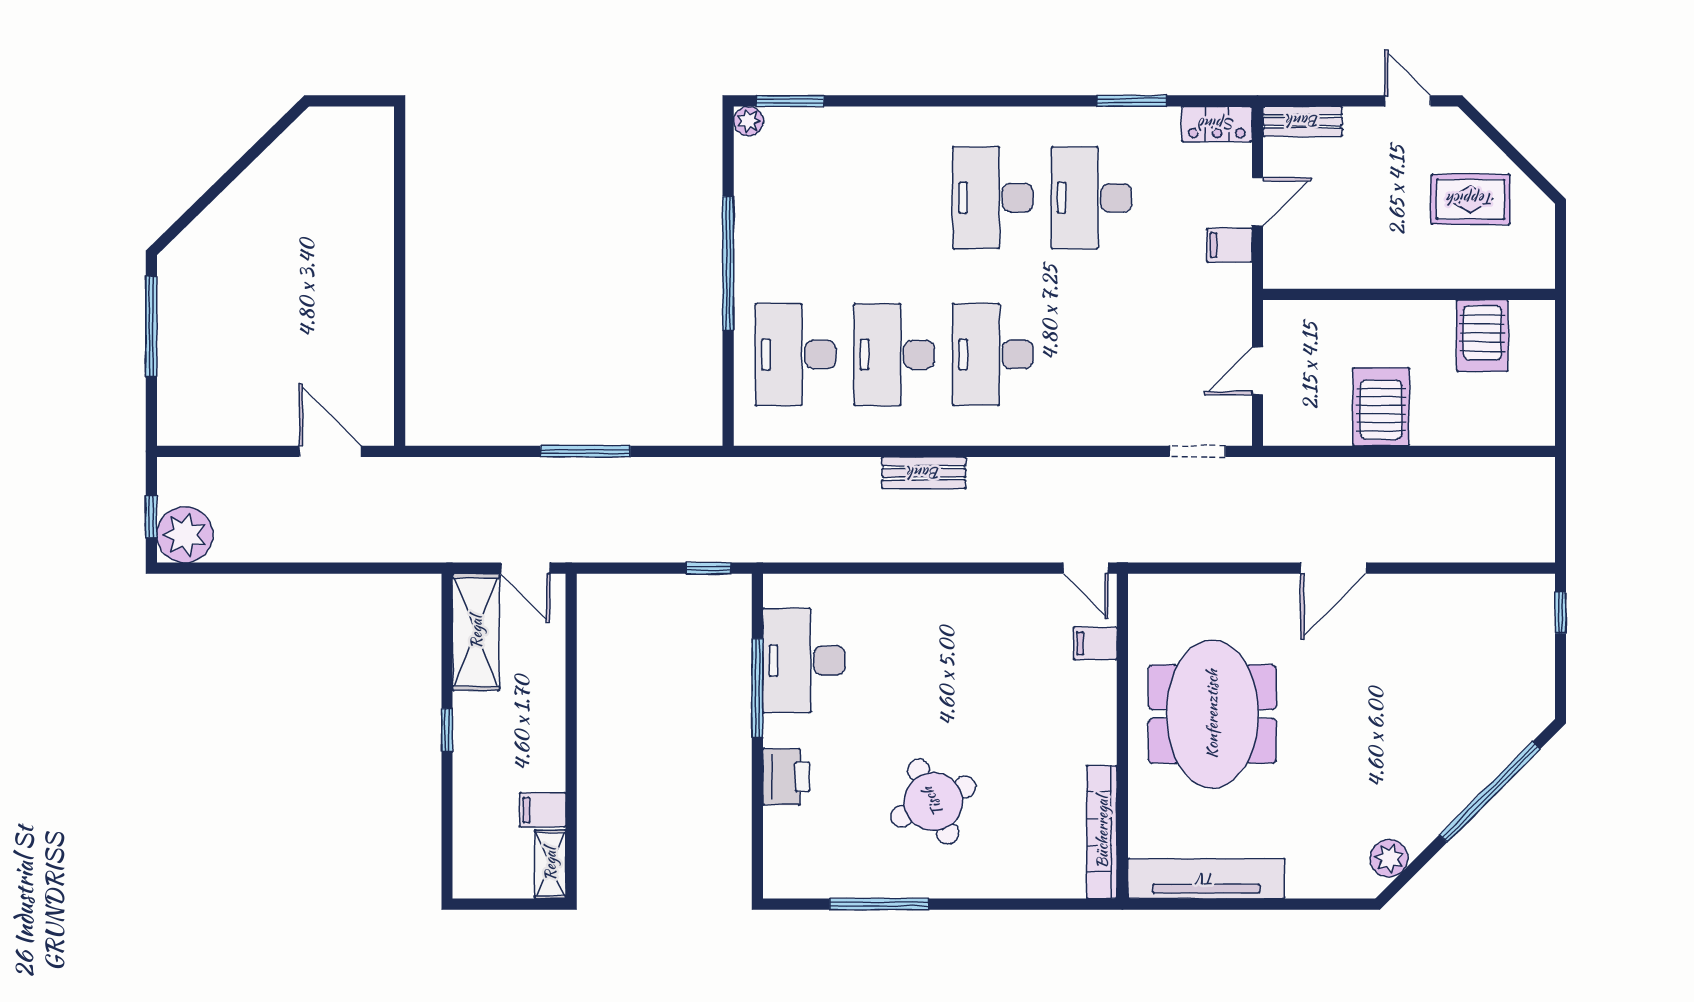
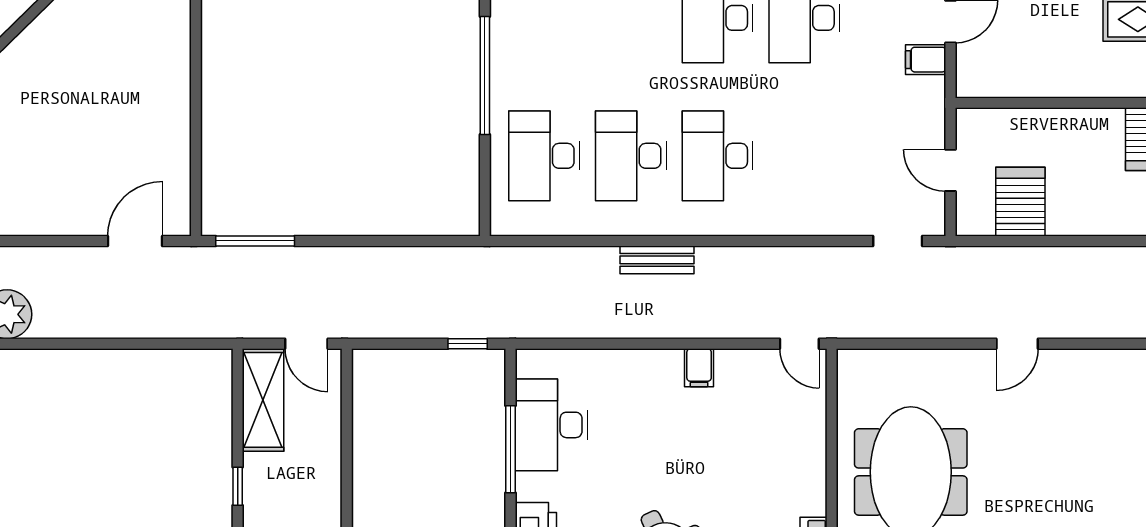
door: (1257, 371) -> (950, 170), hinge flipped
server rack: (1381, 407) -> (1020, 202), moved
door: (330, 451) -> (135, 241), hinge flipped
window: (585, 451) -> (255, 241), moved
door: (1333, 568) -> (1017, 344), width x0.73
filing cabinet: (1095, 643) -> (699, 368), moved, turned -90

